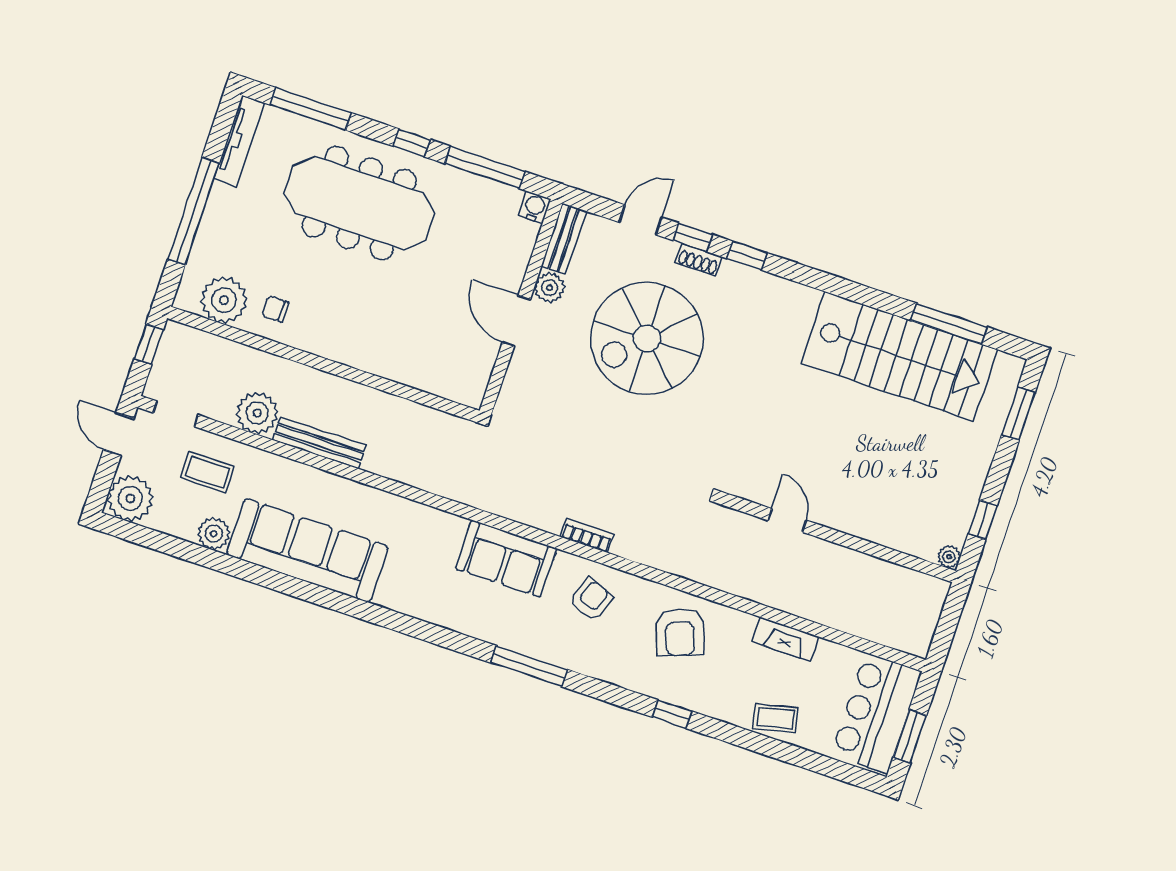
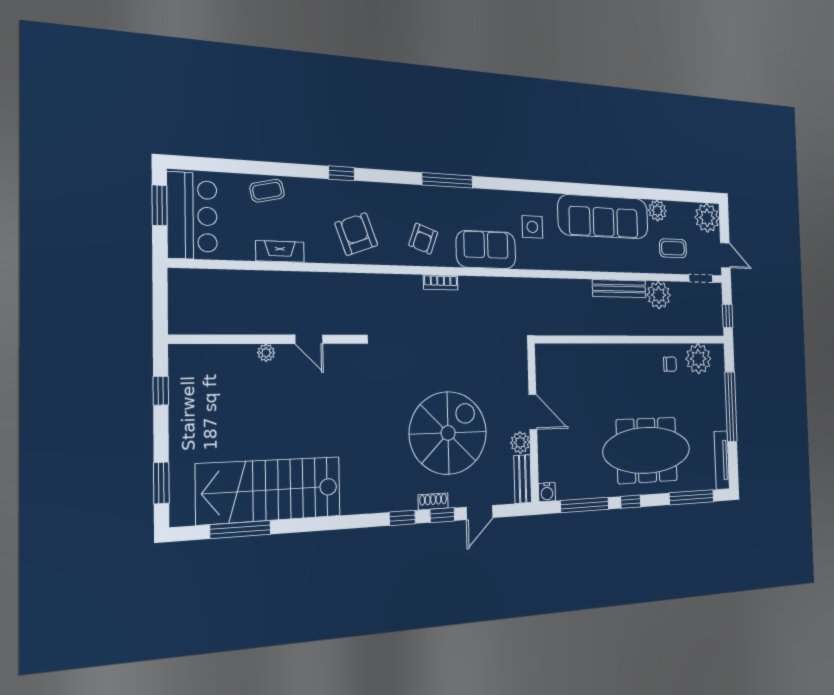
plant: (949, 557) -> (266, 353), moved
side table: (425, 569) -> (532, 227), added

